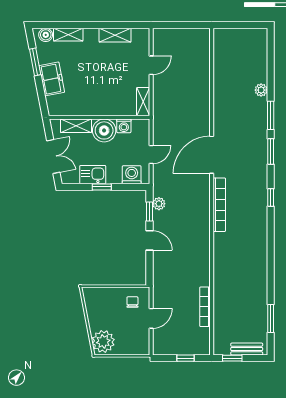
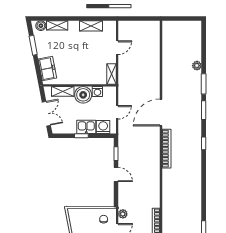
freezer: (52, 79) -> (47, 68), moved
kitchen sink: (93, 175) -> (86, 127), moved
plant: (159, 204) -> (123, 214), moved

